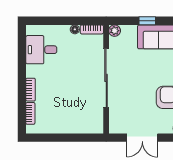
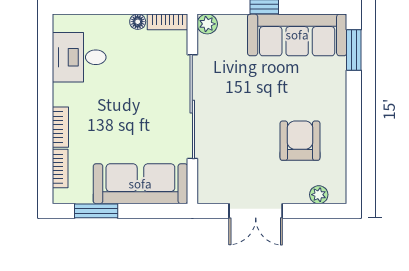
sofa: (76, 122) -> (140, 184), added
window: (51, 138) -> (96, 211), added

